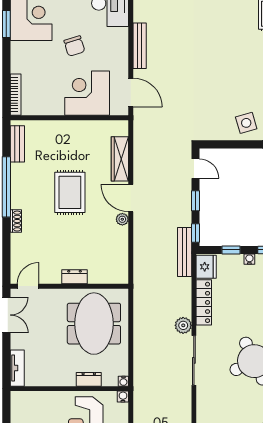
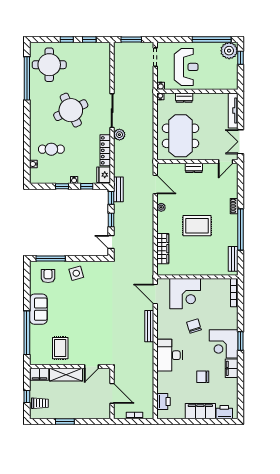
rug: (70, 192) -> (197, 226), turned 90
door: (131, 198) -> (155, 184), moved
bench: (185, 252) -> (118, 189), width x0.73
tv unit: (17, 368) -> (233, 110), width x1.41

